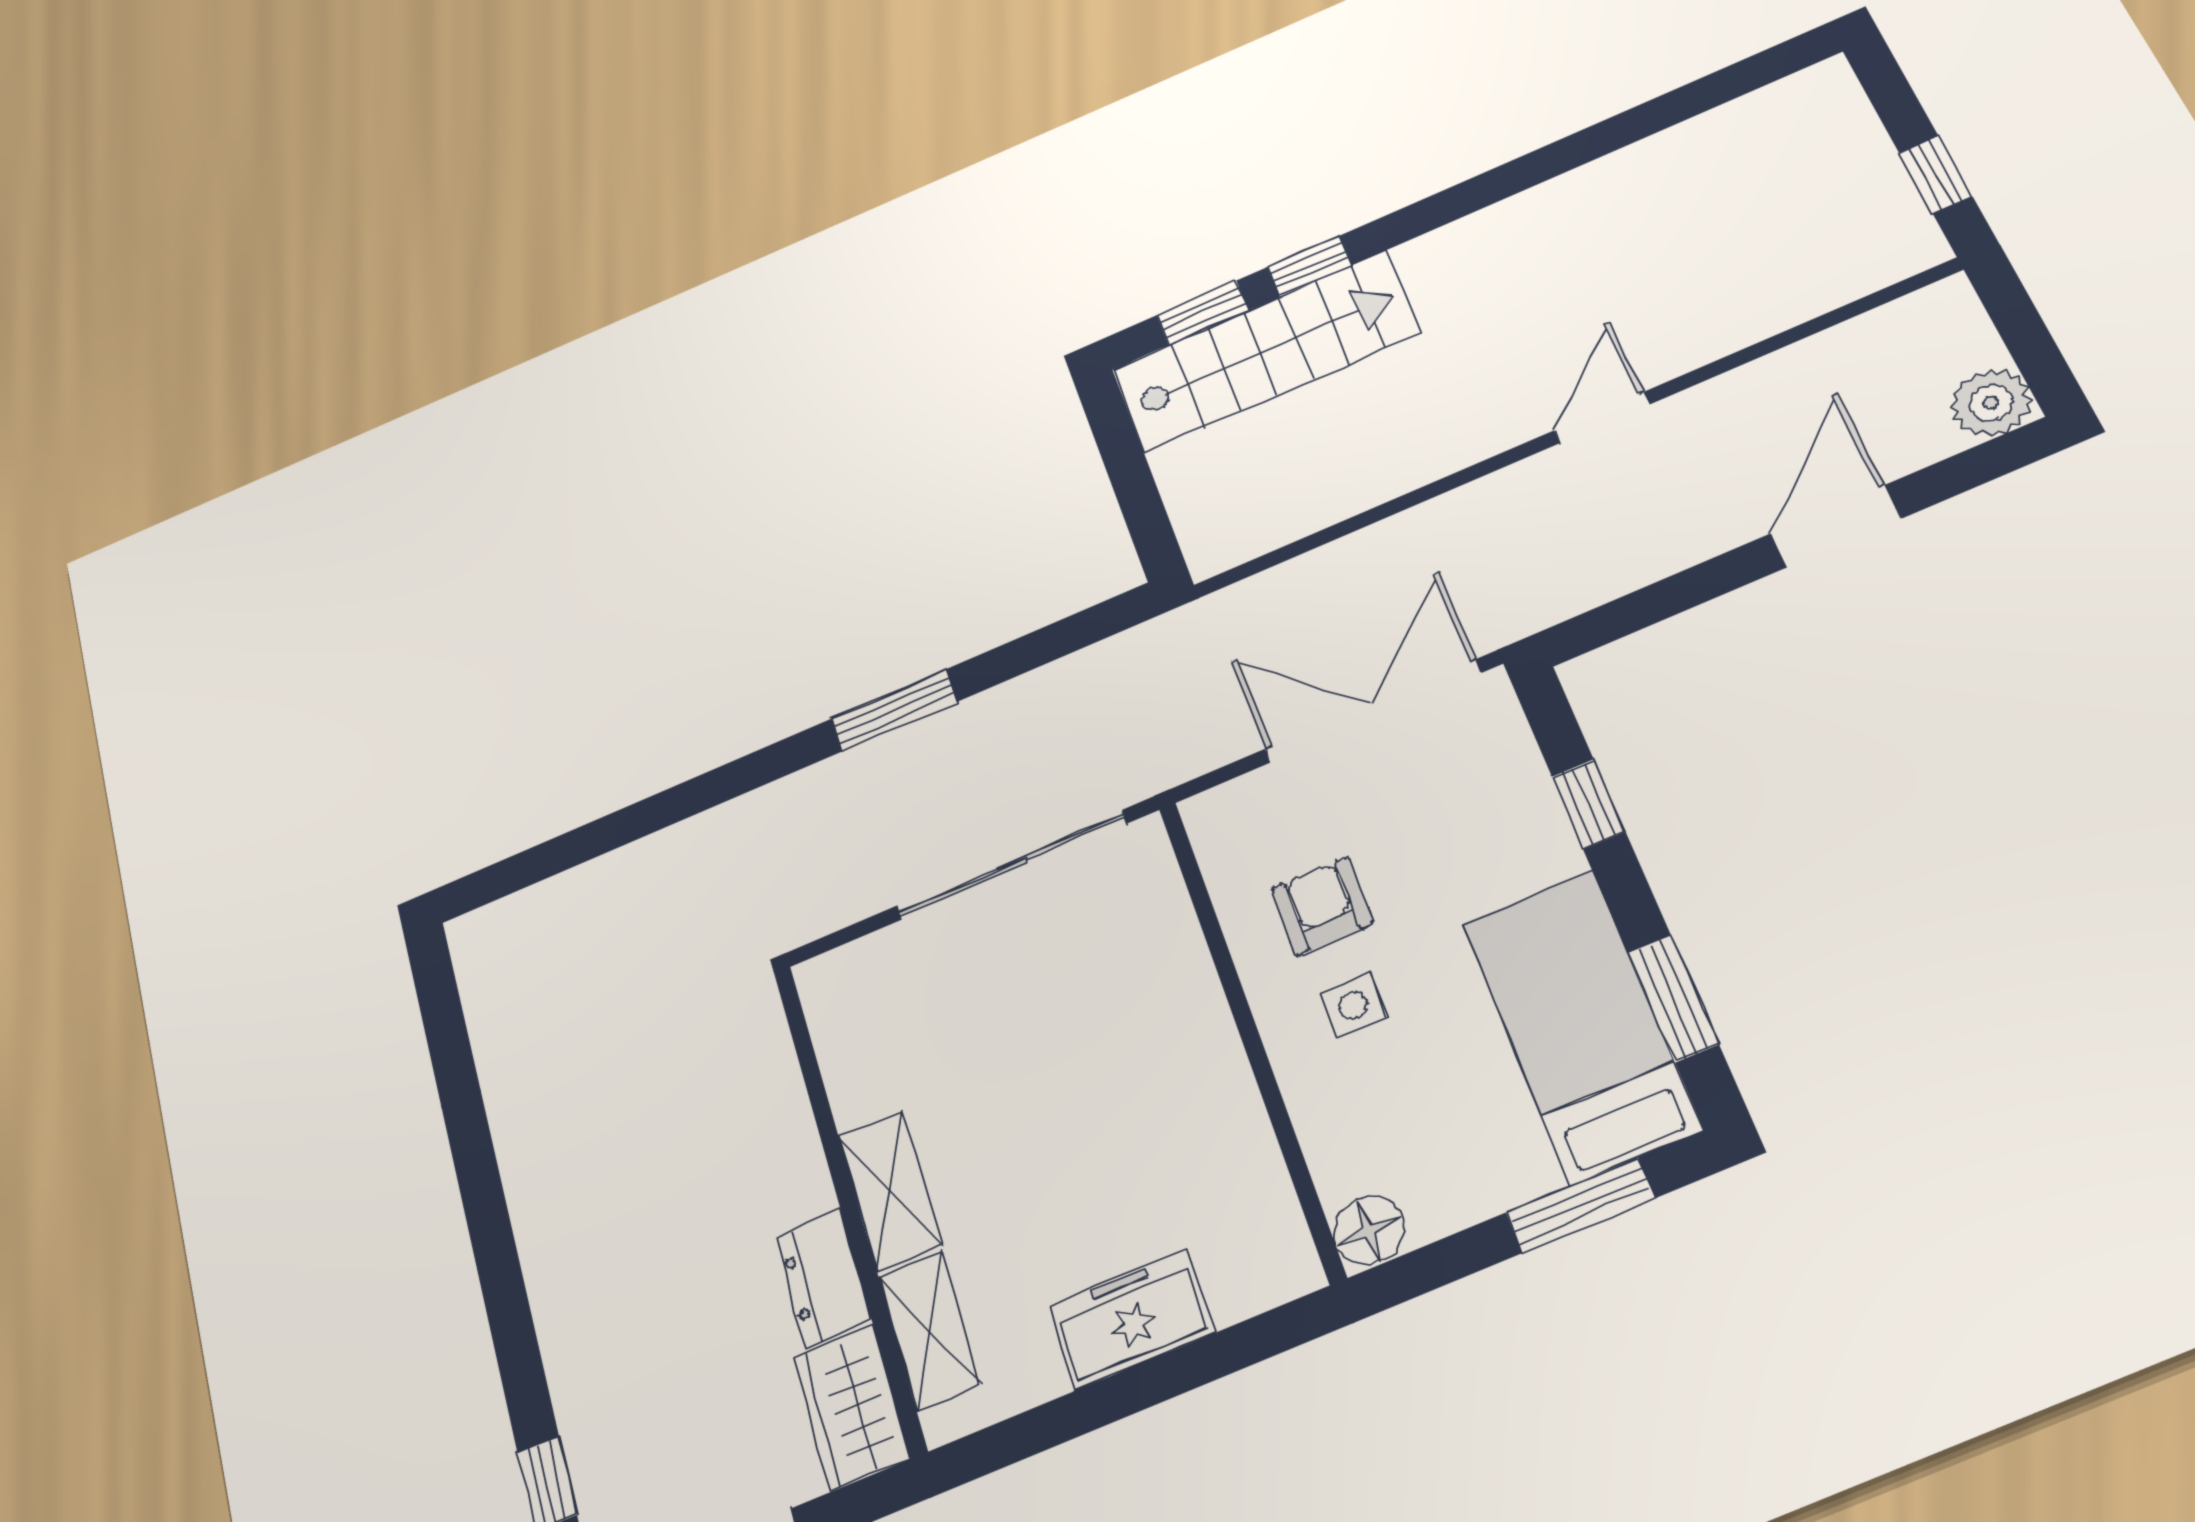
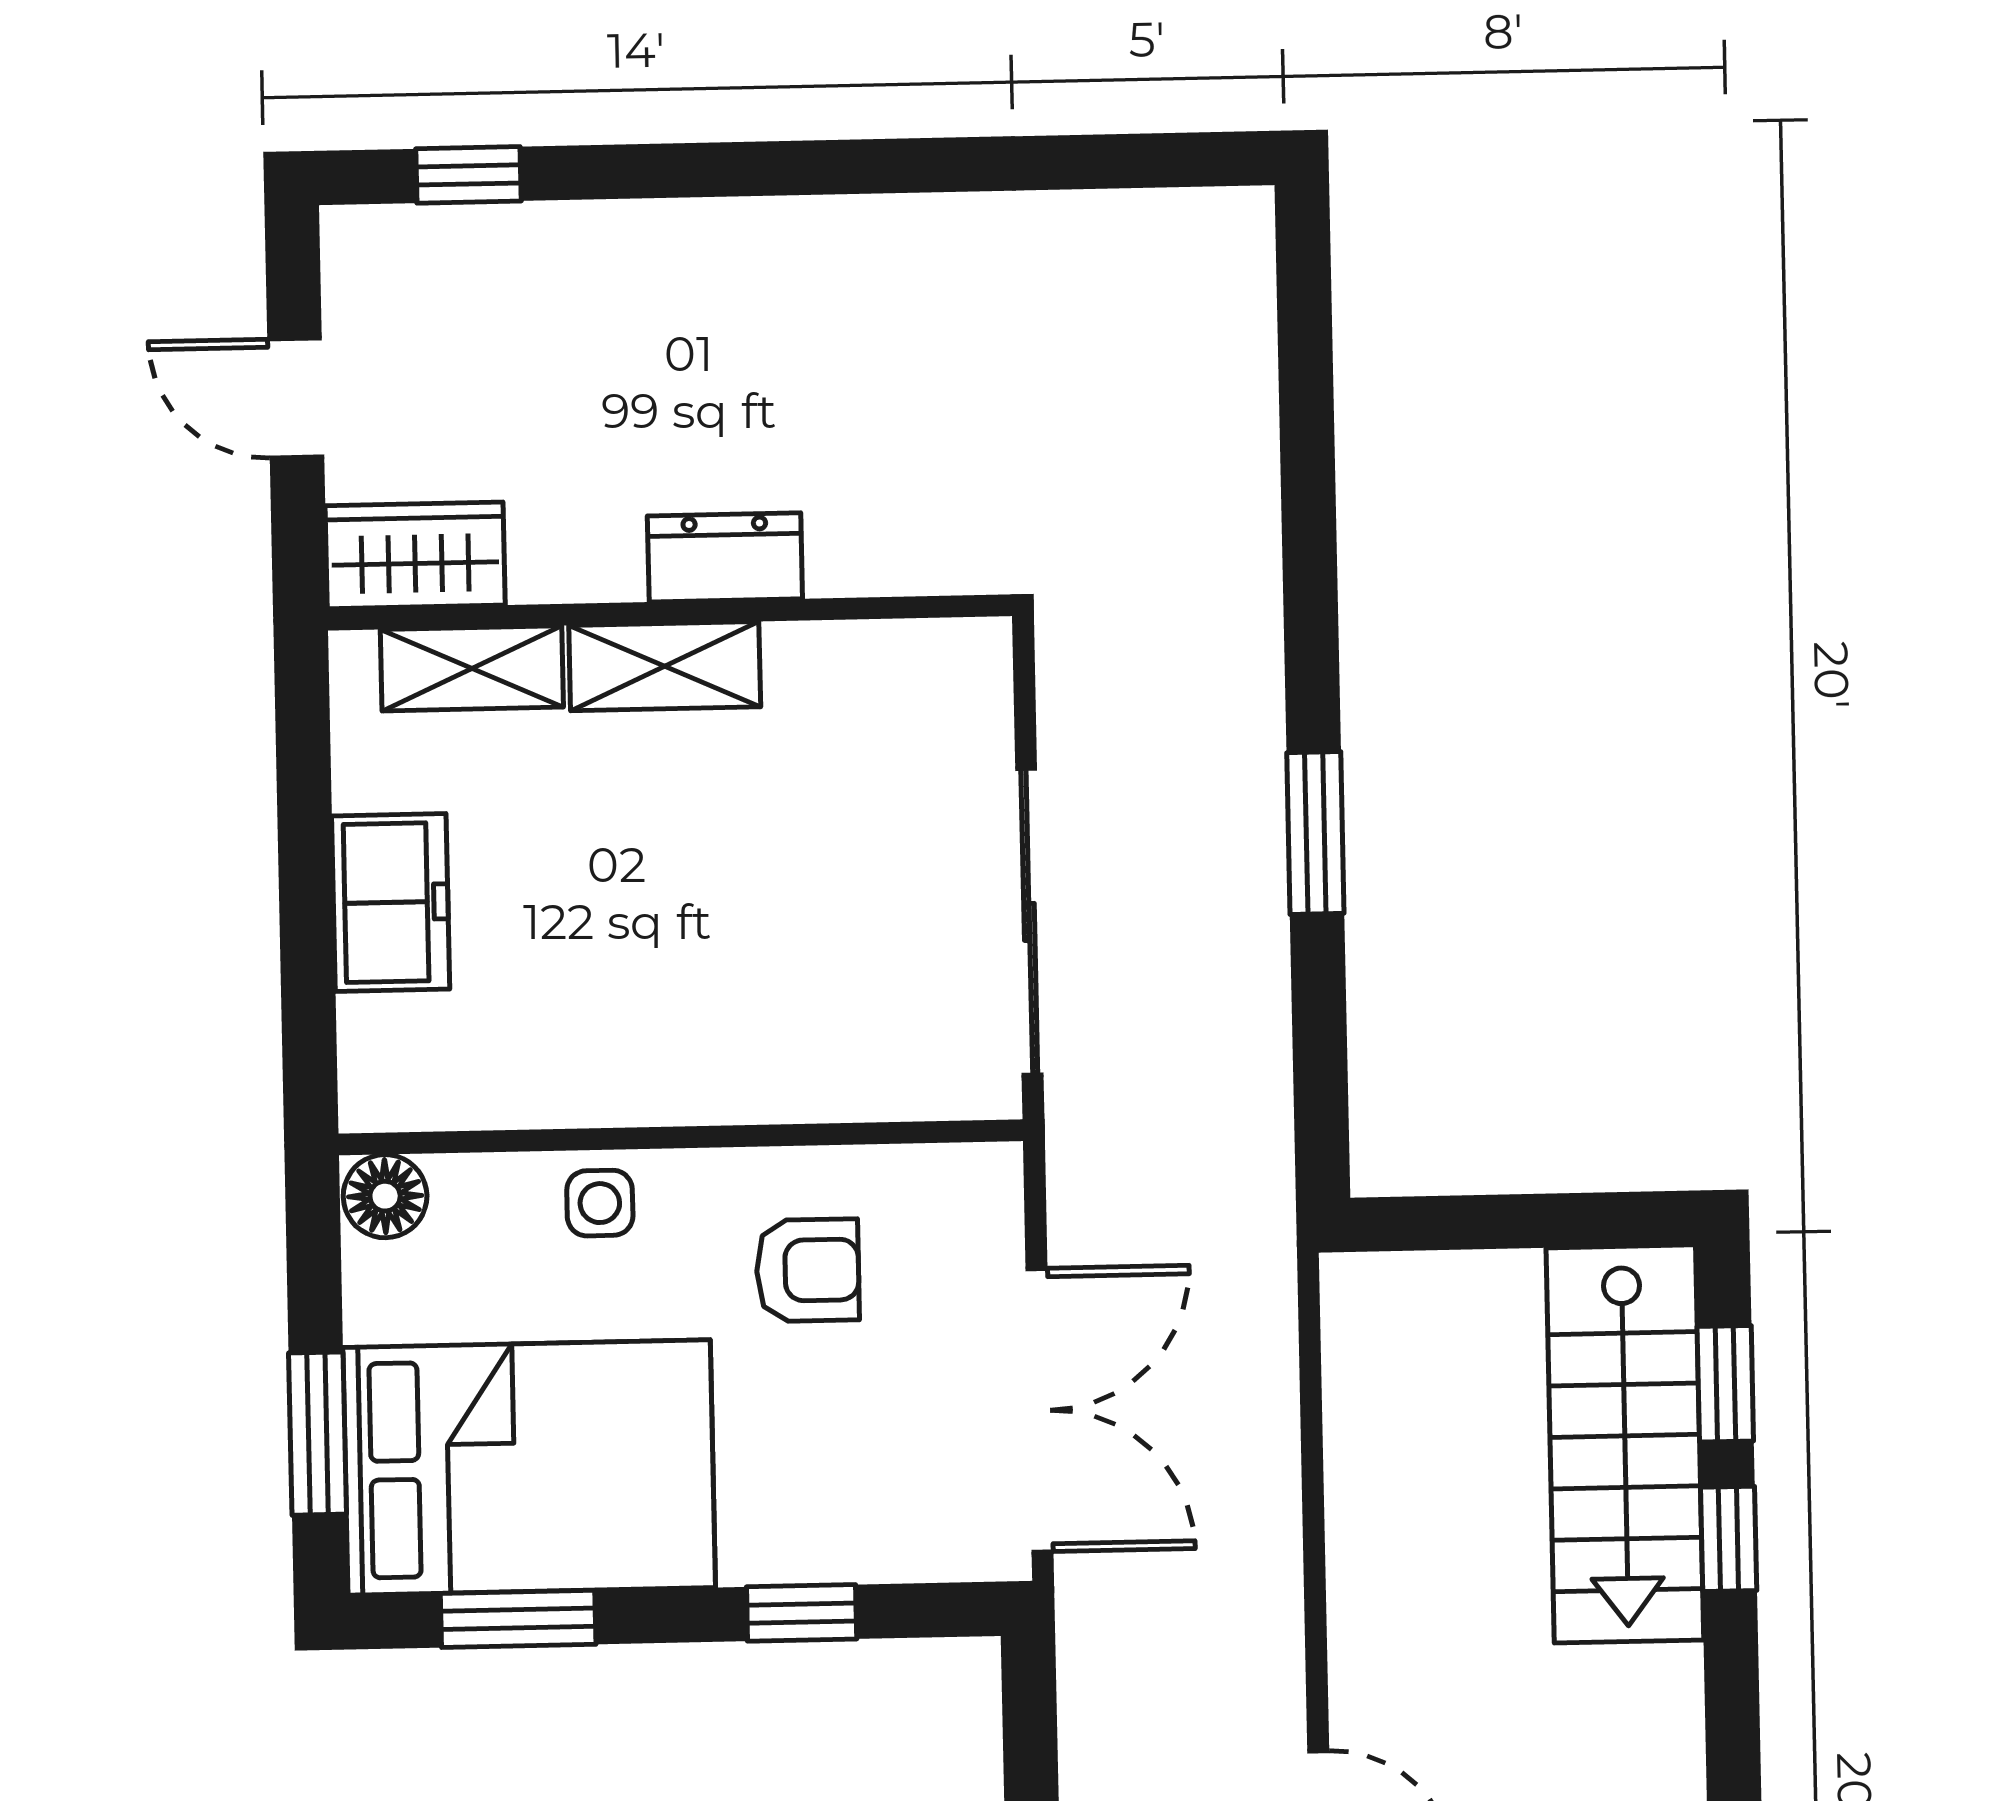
side table: (1353, 1005) -> (600, 1203), moved
bed: (1581, 1025) -> (529, 1468), width x1.50
dresser: (823, 1278) -> (725, 557), moved

